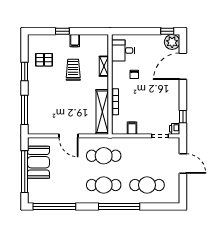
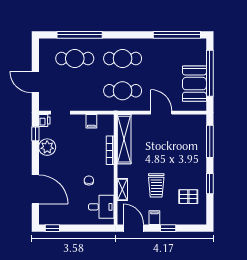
door: (94, 31) -> (133, 228), added
plant: (172, 42) -> (47, 147), moved
door: (183, 66) -> (35, 189), hinge flipped
window: (119, 207) -> (80, 35), moved

